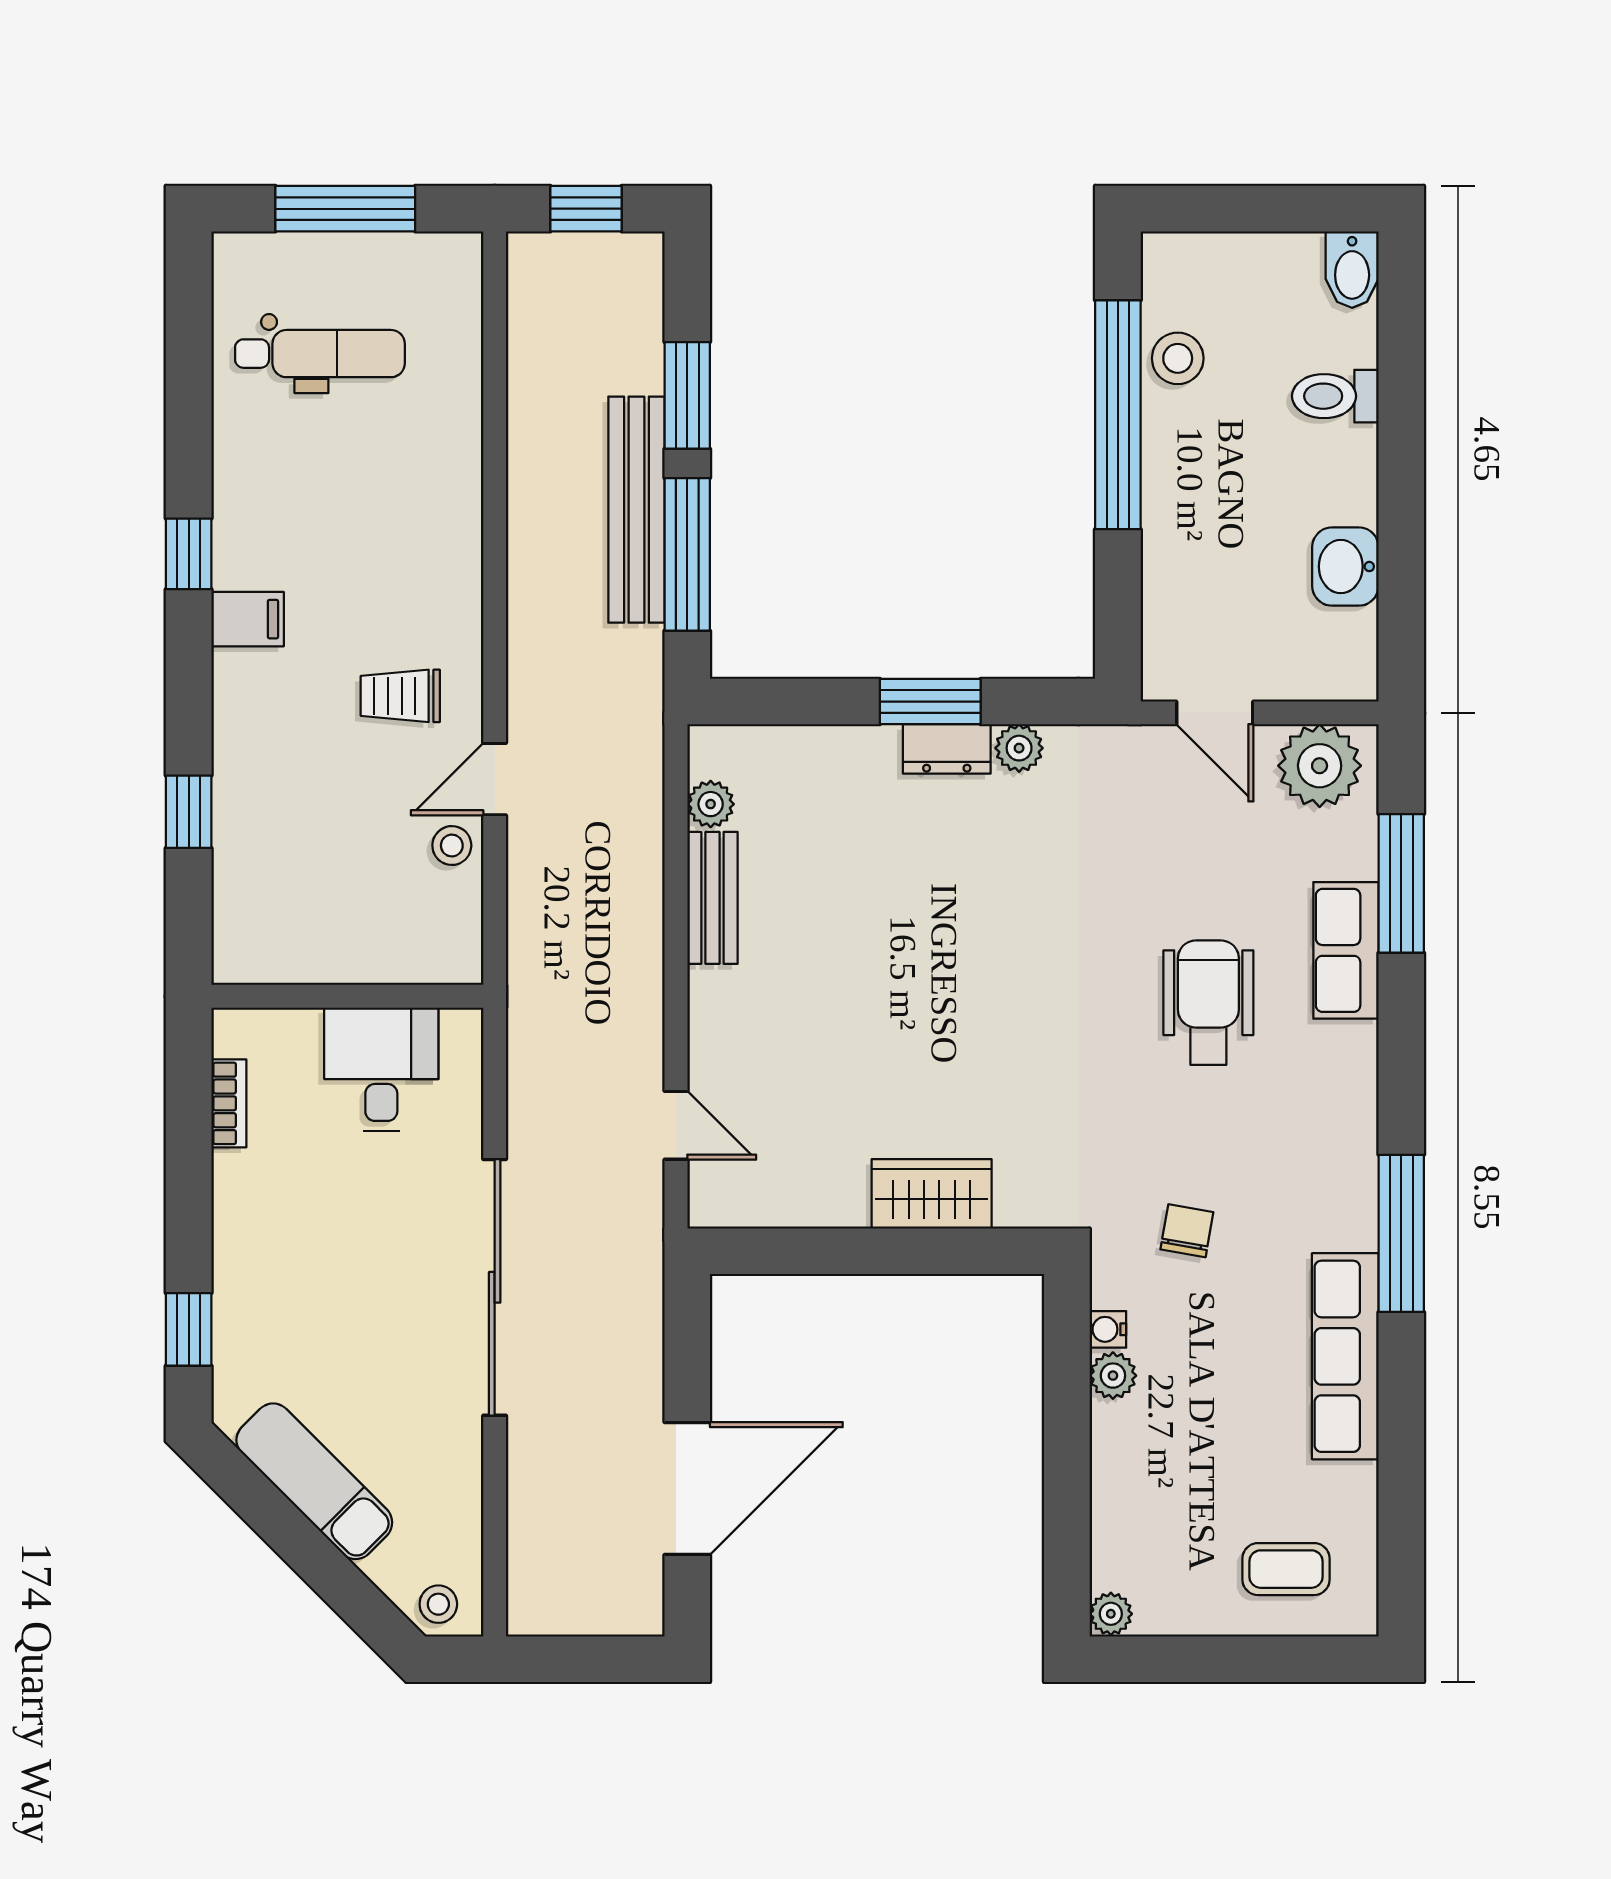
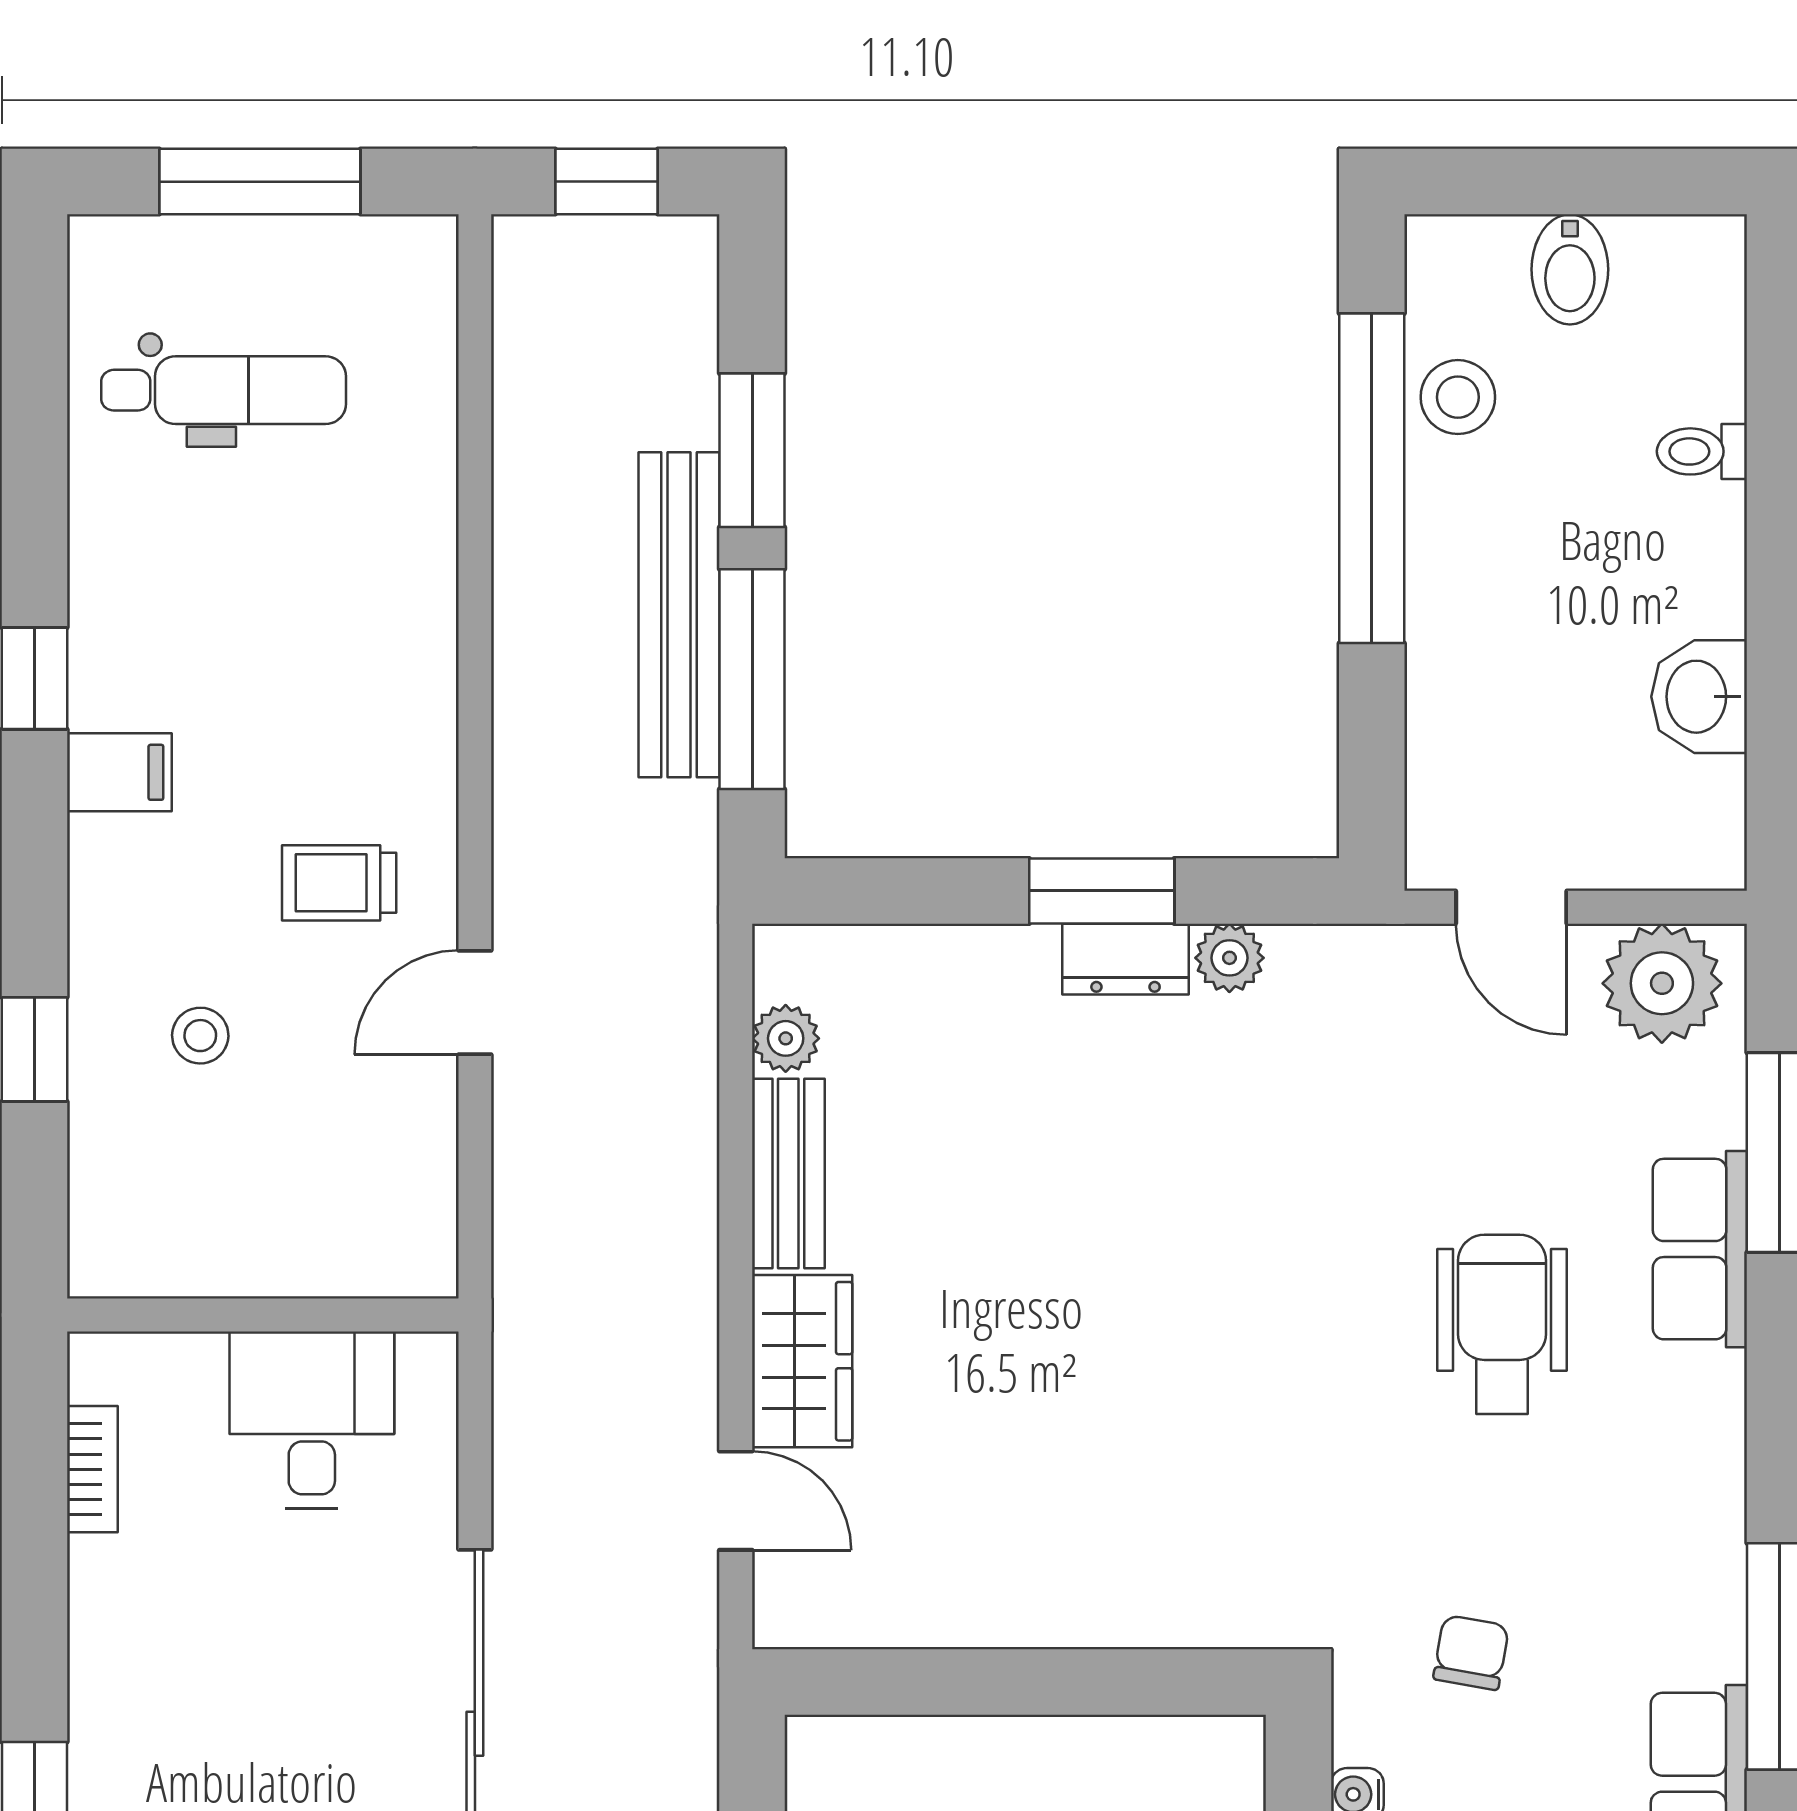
bidet: (1352, 270) -> (1570, 269), moved
toilet: (1335, 396) -> (1702, 451), width x0.73, depth x0.72
stool: (452, 846) -> (200, 1036), moved
wardrobe: (932, 1194) -> (802, 1361), moved, turned 90

